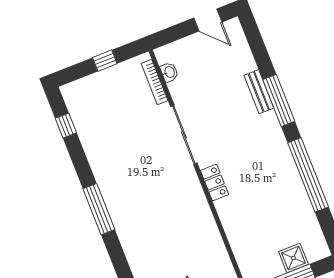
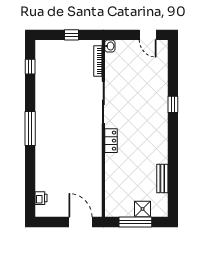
washbasin: (169, 72) -> (110, 46), moved
bench: (259, 92) -> (162, 178), moved
window: (279, 100) -> (173, 104), width x0.46
window: (308, 175) -> (173, 159), removed

